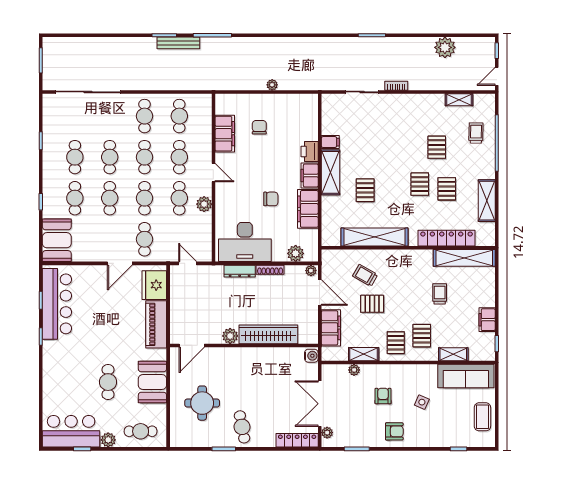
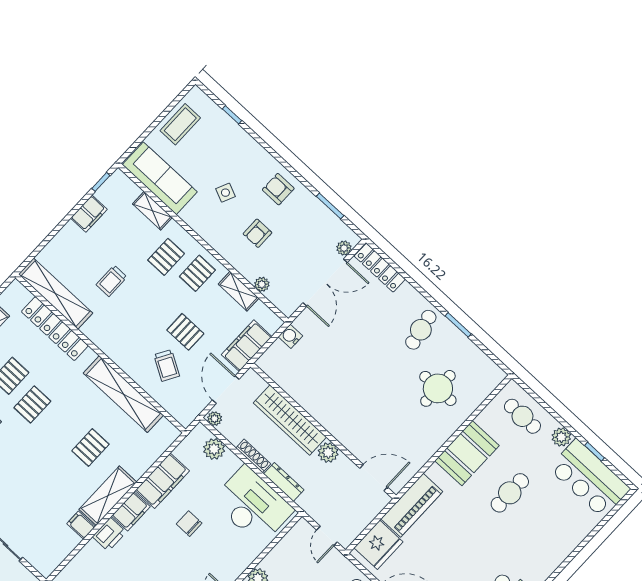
wardrobe: (268, 334) -> (290, 420), moved
plant: (230, 336) -> (328, 453), moved
door: (192, 345) -> (374, 478), moved
wall: (244, 345) -> (323, 431), moved

